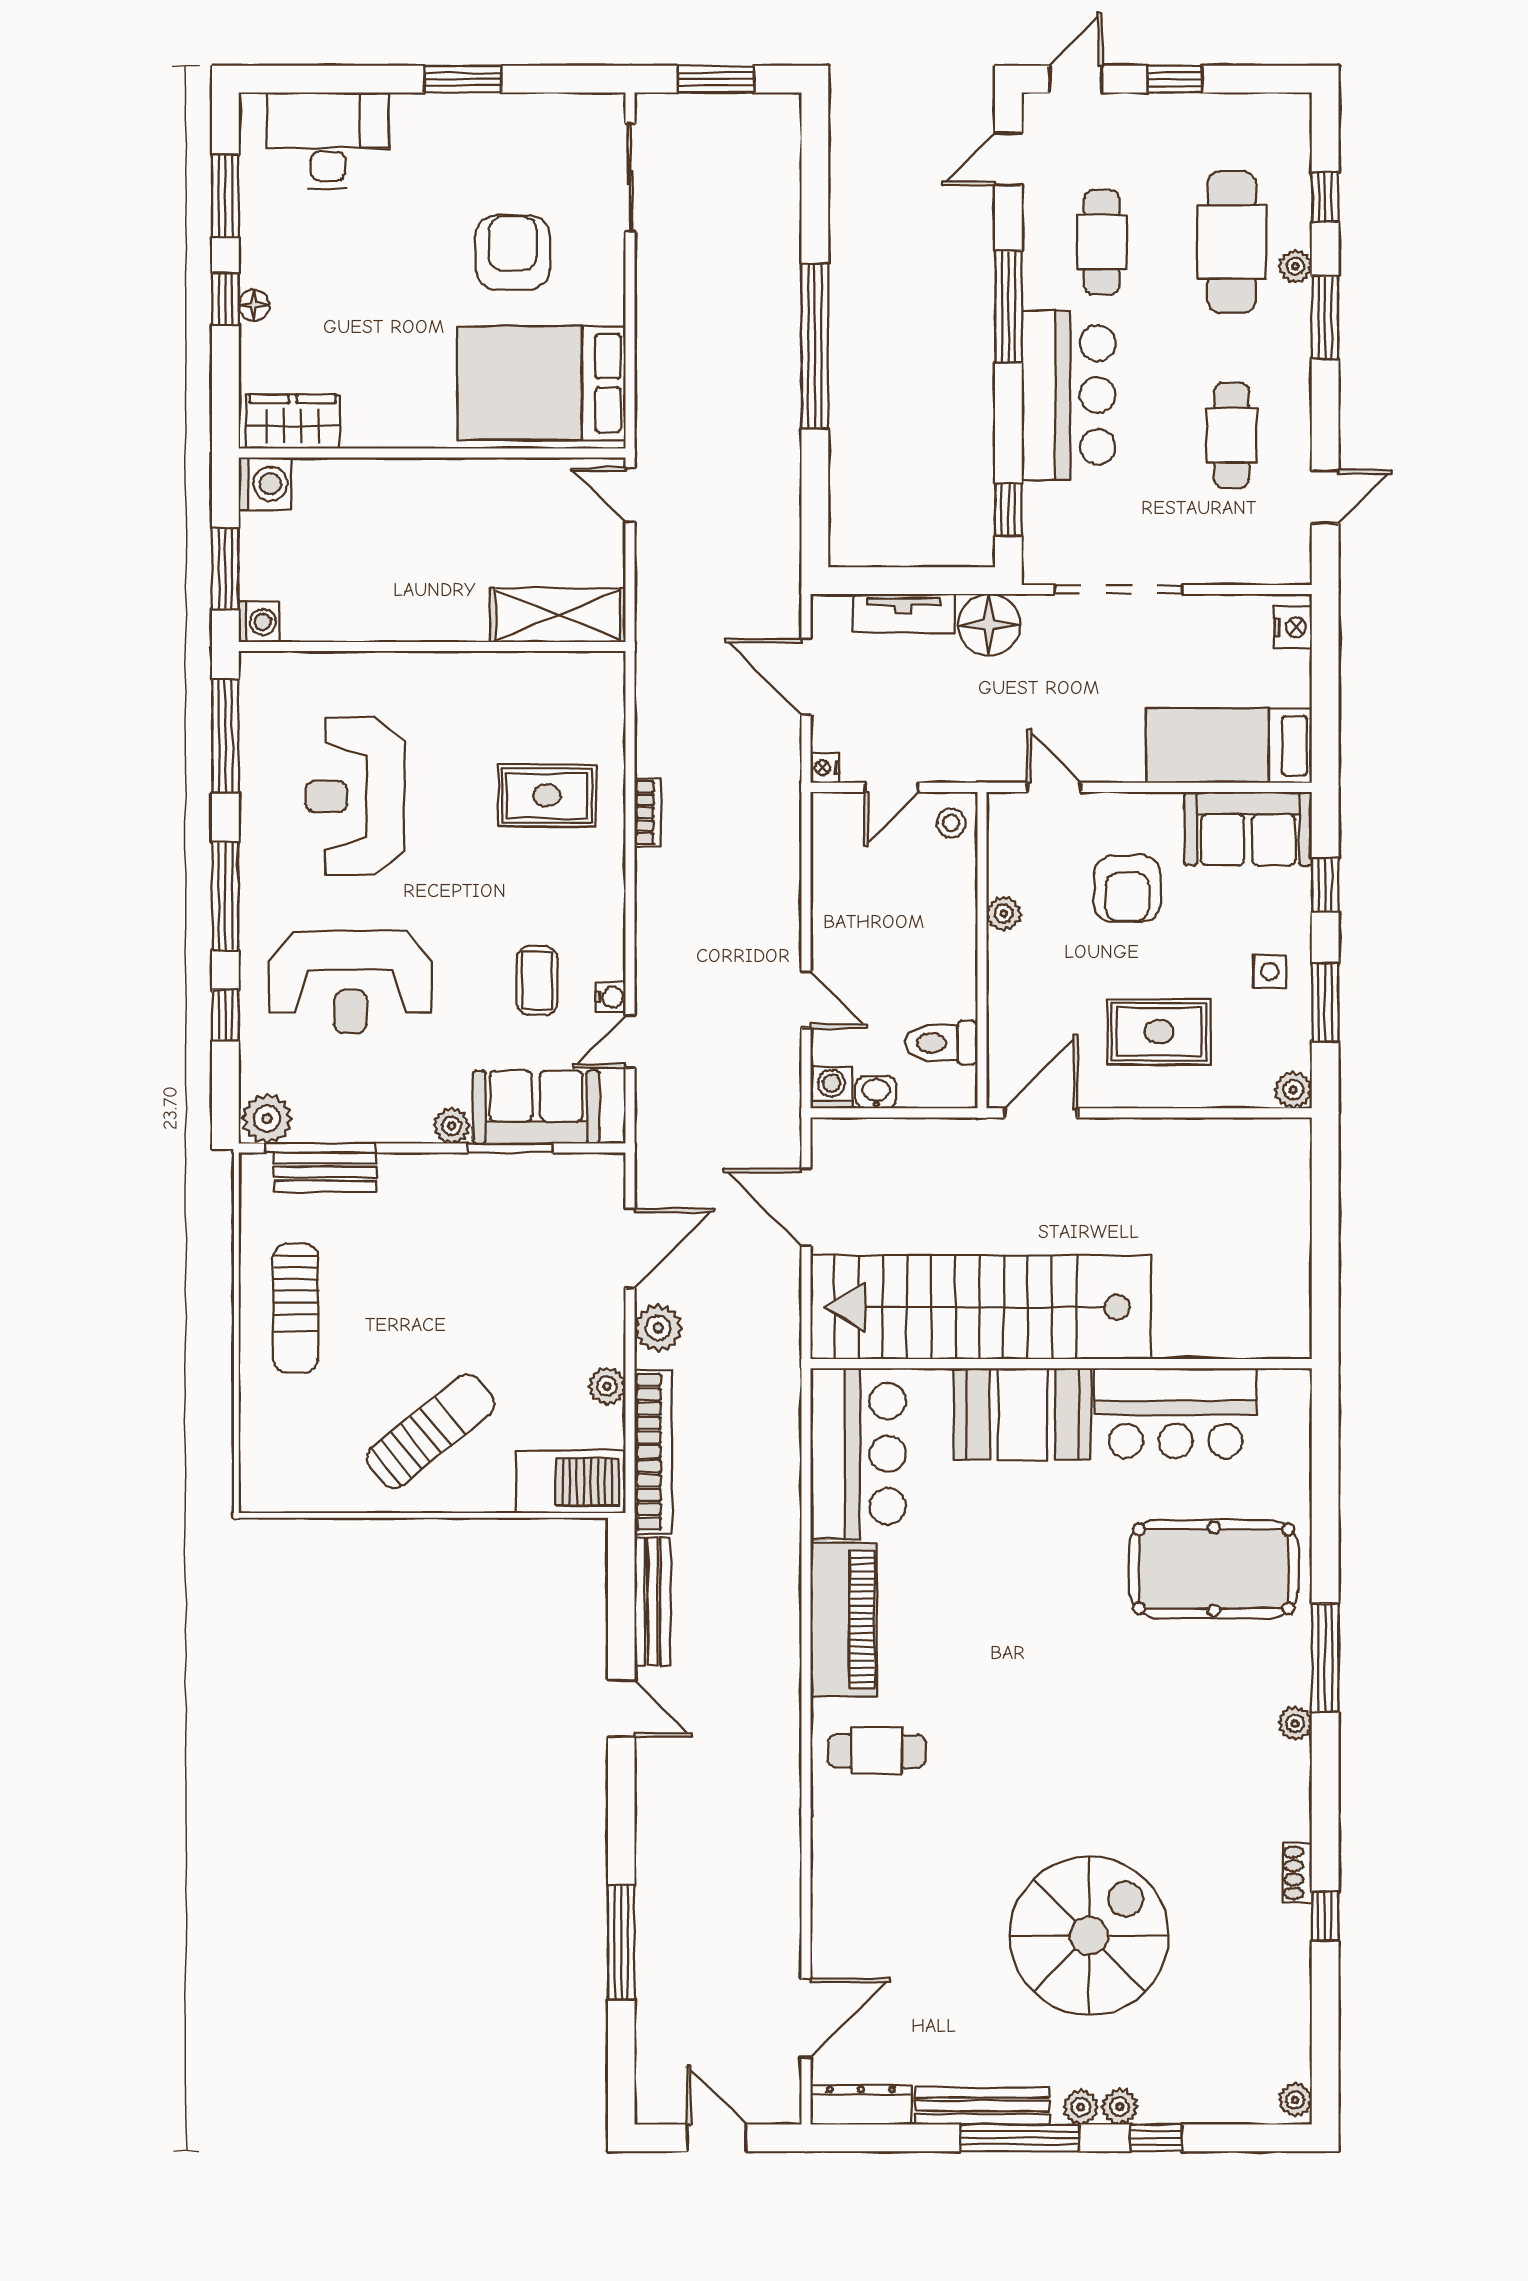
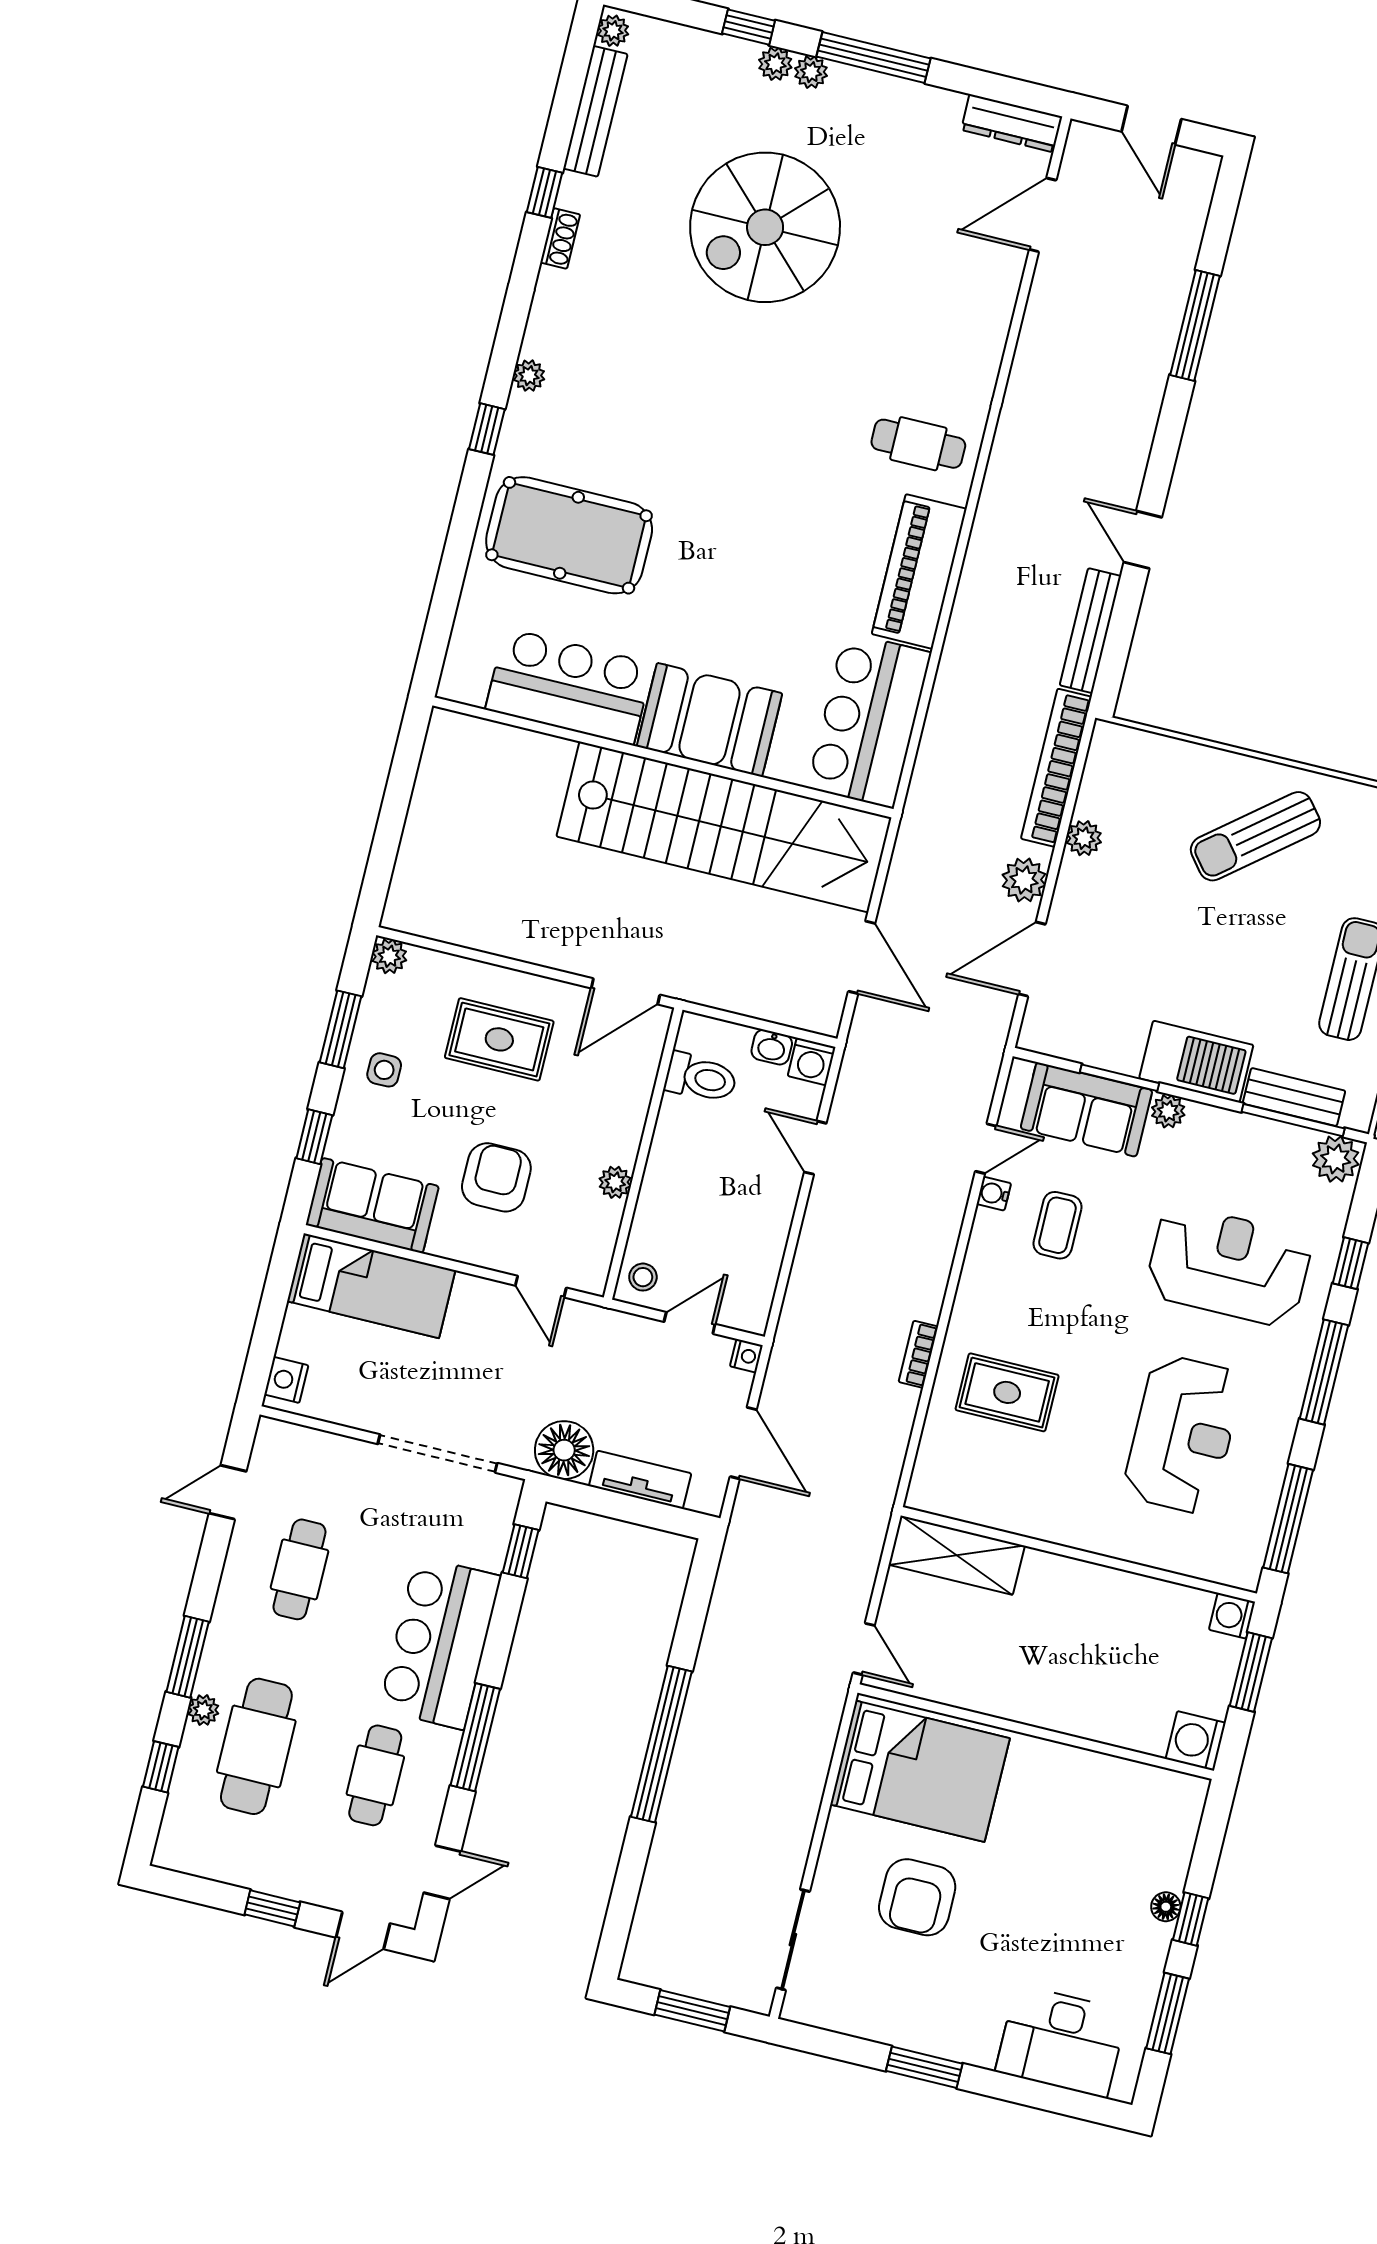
wardrobe: (293, 421) -> (1156, 1792), removed
barbecue: (571, 1482) -> (1196, 1062), moved, turned 180
window: (1325, 1658) -> (487, 429), width x0.46
bench: (982, 2106) -> (595, 111), moved, turned 90

